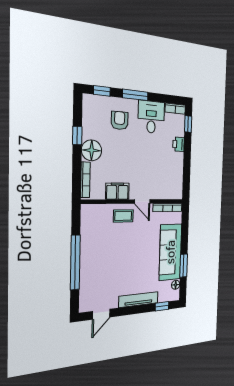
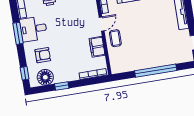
window: (135, 95) -> (18, 33), moved
armchair: (120, 120) -> (43, 55), turned 180
floor lamp: (92, 150) -> (45, 77), moved

